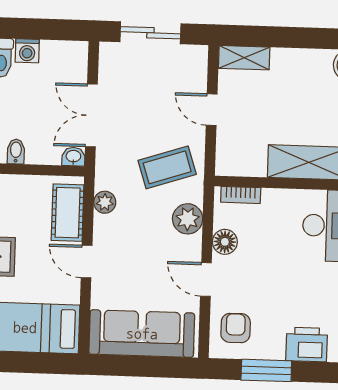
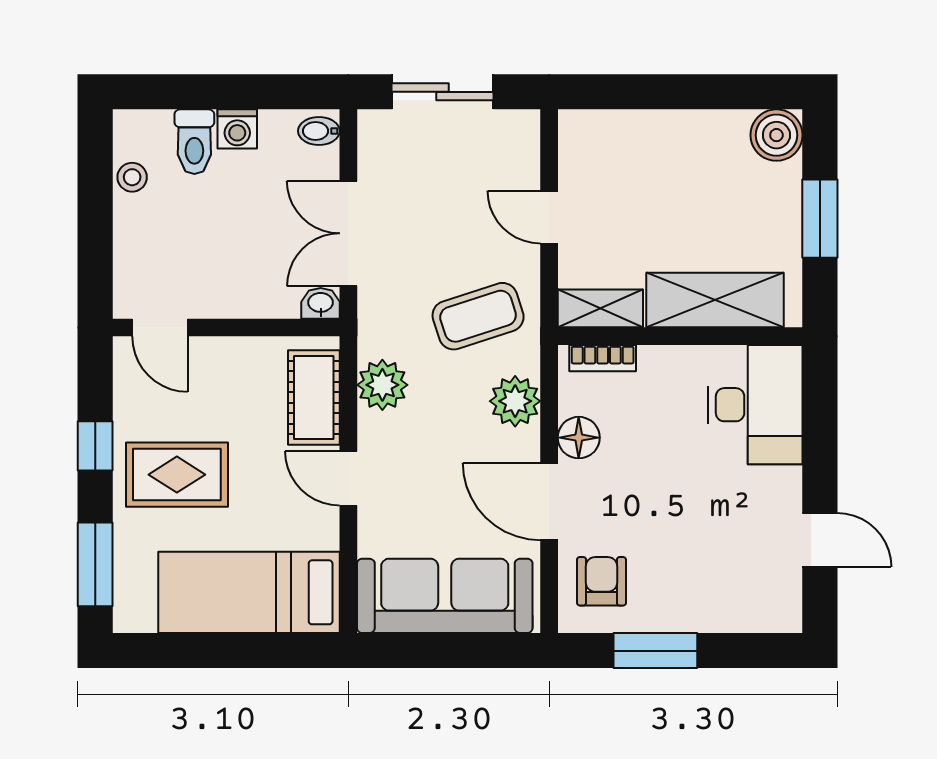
shelving: (244, 58) -> (600, 308), moved
bidet: (16, 151) -> (319, 131), moved, turned -90
plant: (105, 202) -> (382, 385), width x1.38, depth x1.38
door: (206, 279) -> (549, 502), width x1.38
printer: (307, 345) -> (721, 605), removed

